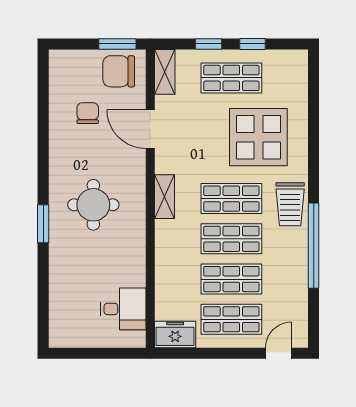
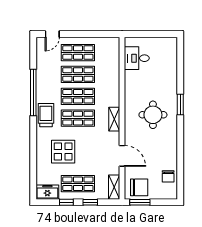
chair: (88, 113) -> (168, 176), moved
display table: (258, 137) -> (63, 152), width x0.73, depth x0.73
freezer: (175, 334) -> (47, 192), moved, turned 180

